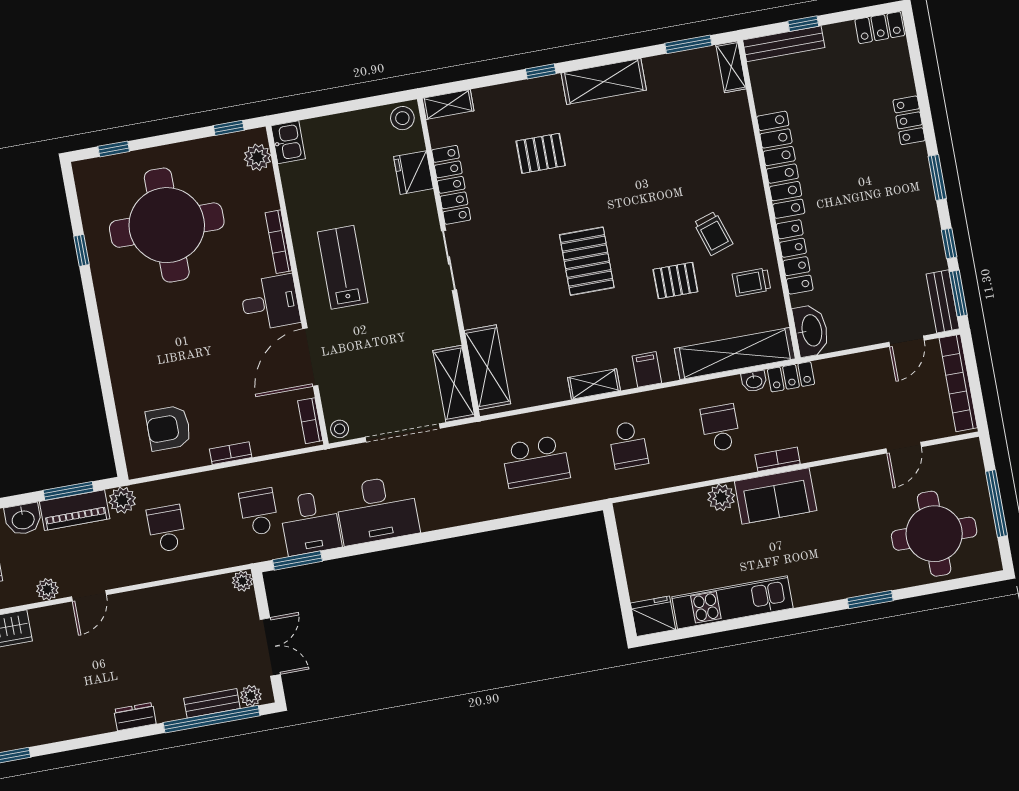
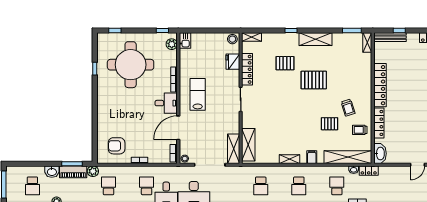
pallet: (587, 261) -> (314, 80), moved, turned 90
school desk: (536, 462) -> (261, 186), width x0.54

